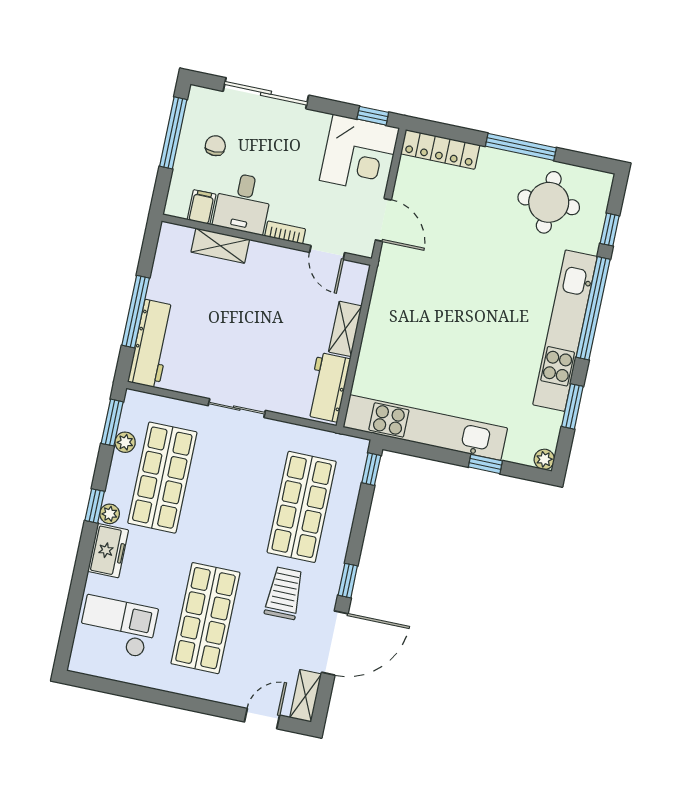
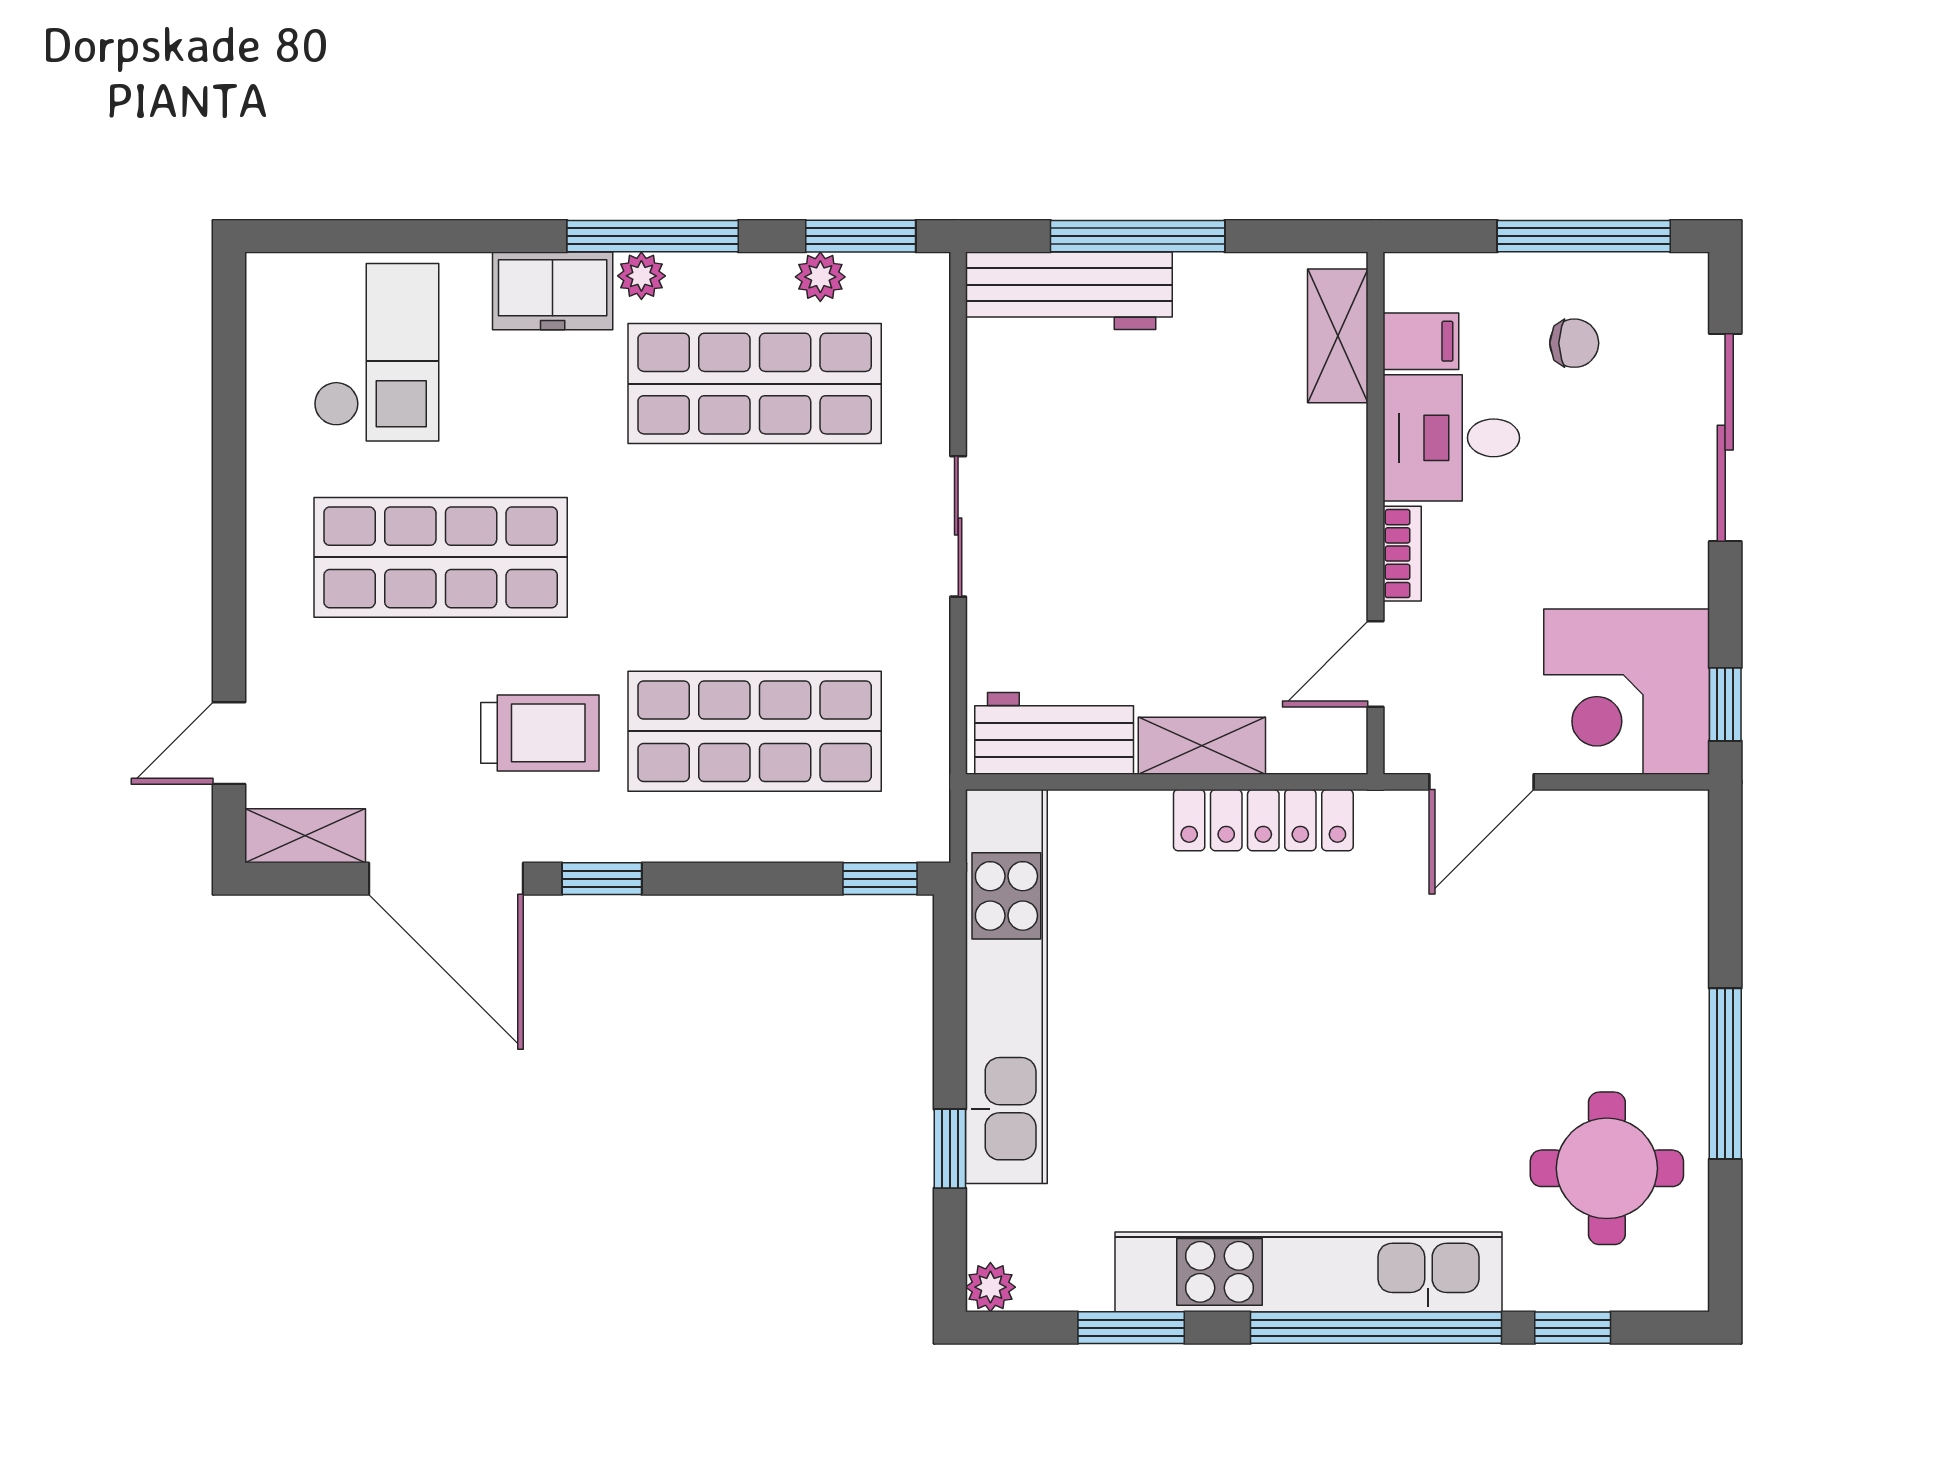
locker: (440, 149) -> (1263, 820), moved, turned -90
shelving: (220, 246) -> (1338, 336), moved
window: (95, 506) -> (653, 236), width x2.17
door: (262, 719) -> (229, 743), swing flipped

